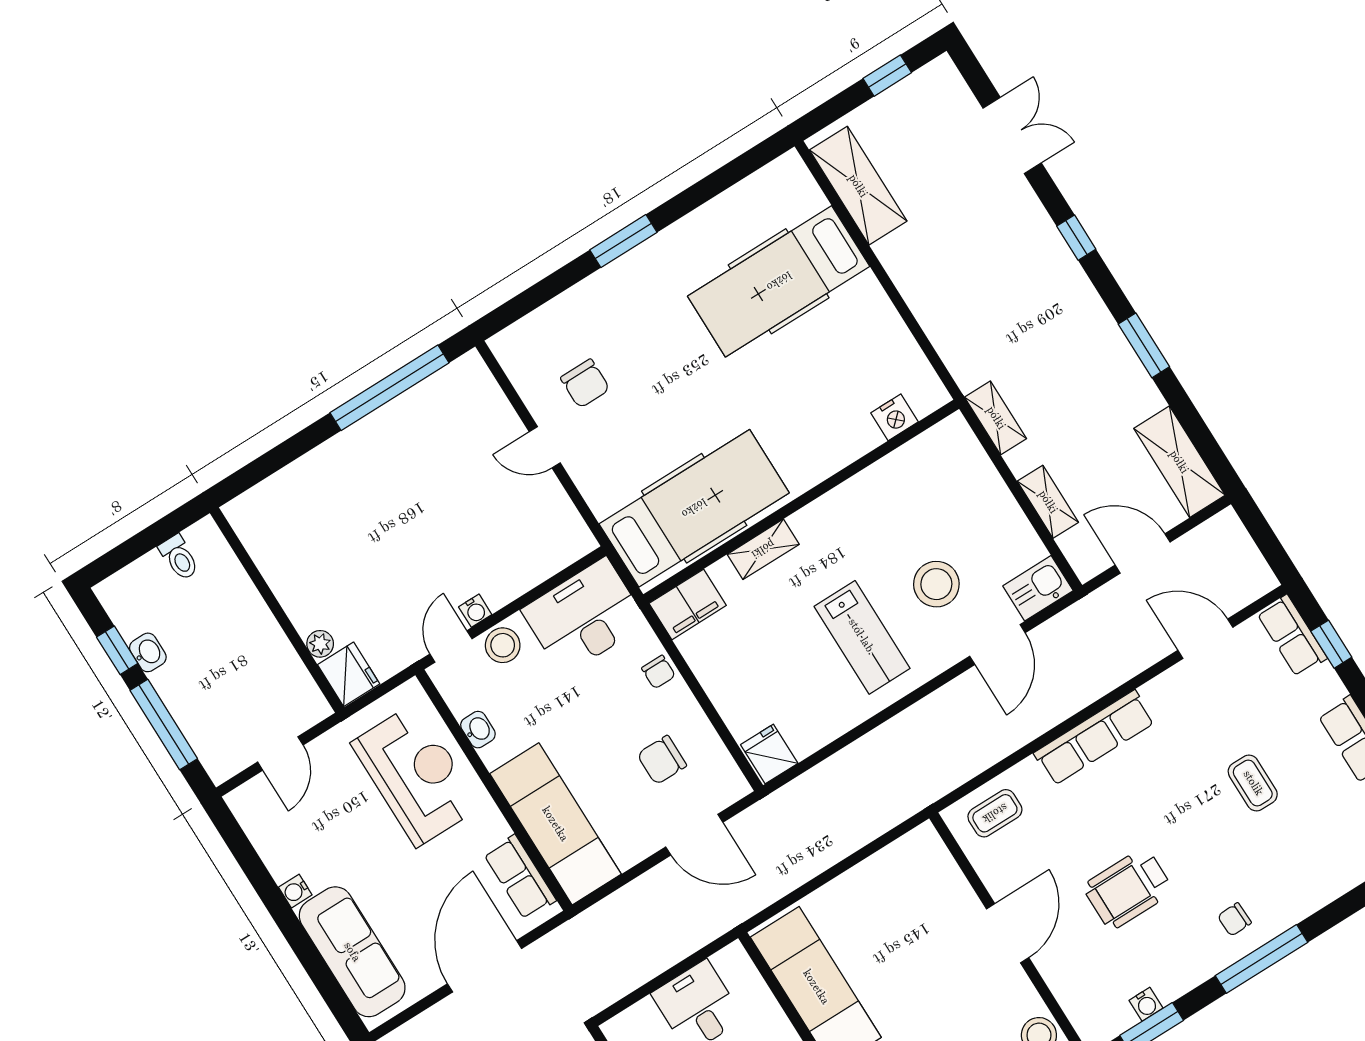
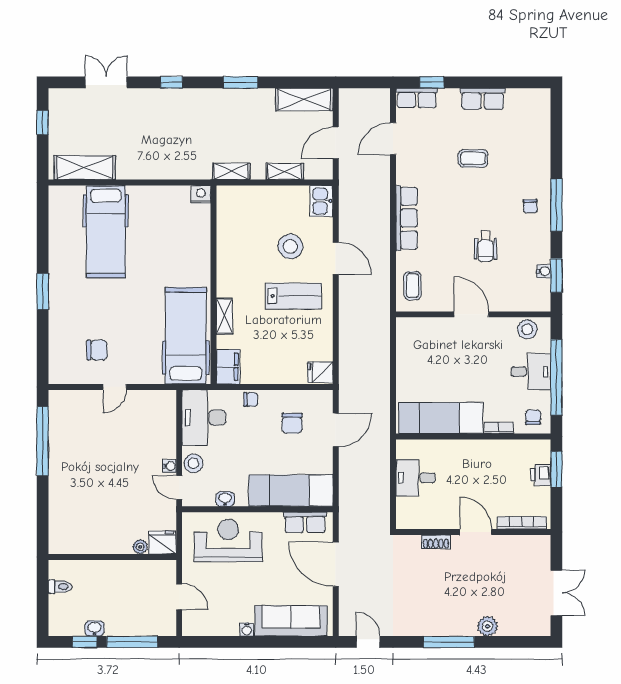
nightstand: (894, 417) -> (201, 194), moved, turned -90
door: (997, 644) -> (336, 258), moved
wheelchair: (1128, 889) -> (486, 246), width x0.73, depth x0.73

